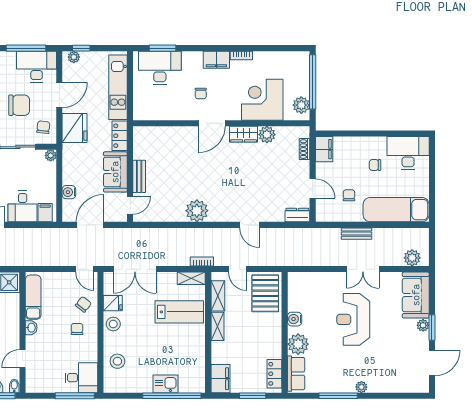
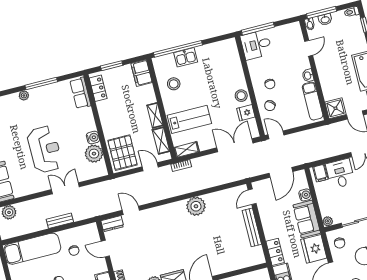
sofa: (115, 172) -> (307, 219), moved, turned 180
bench: (139, 176) -> (252, 227), width x1.36
door: (249, 225) -> (131, 210), moved
double door: (363, 269) -> (65, 188), moved
lab bench: (179, 312) -> (189, 119), turned 180
plant: (298, 344) -> (94, 154), moved
stool: (117, 361) -> (174, 84), moved

